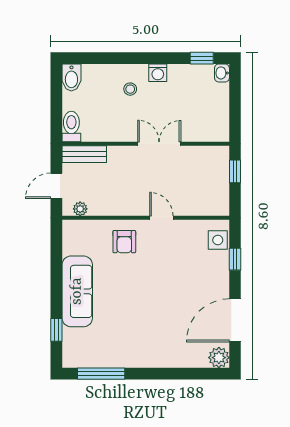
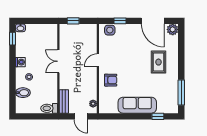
bidet: (71, 77) -> (23, 93), moved
rug: (158, 331) -> (158, 62), added

